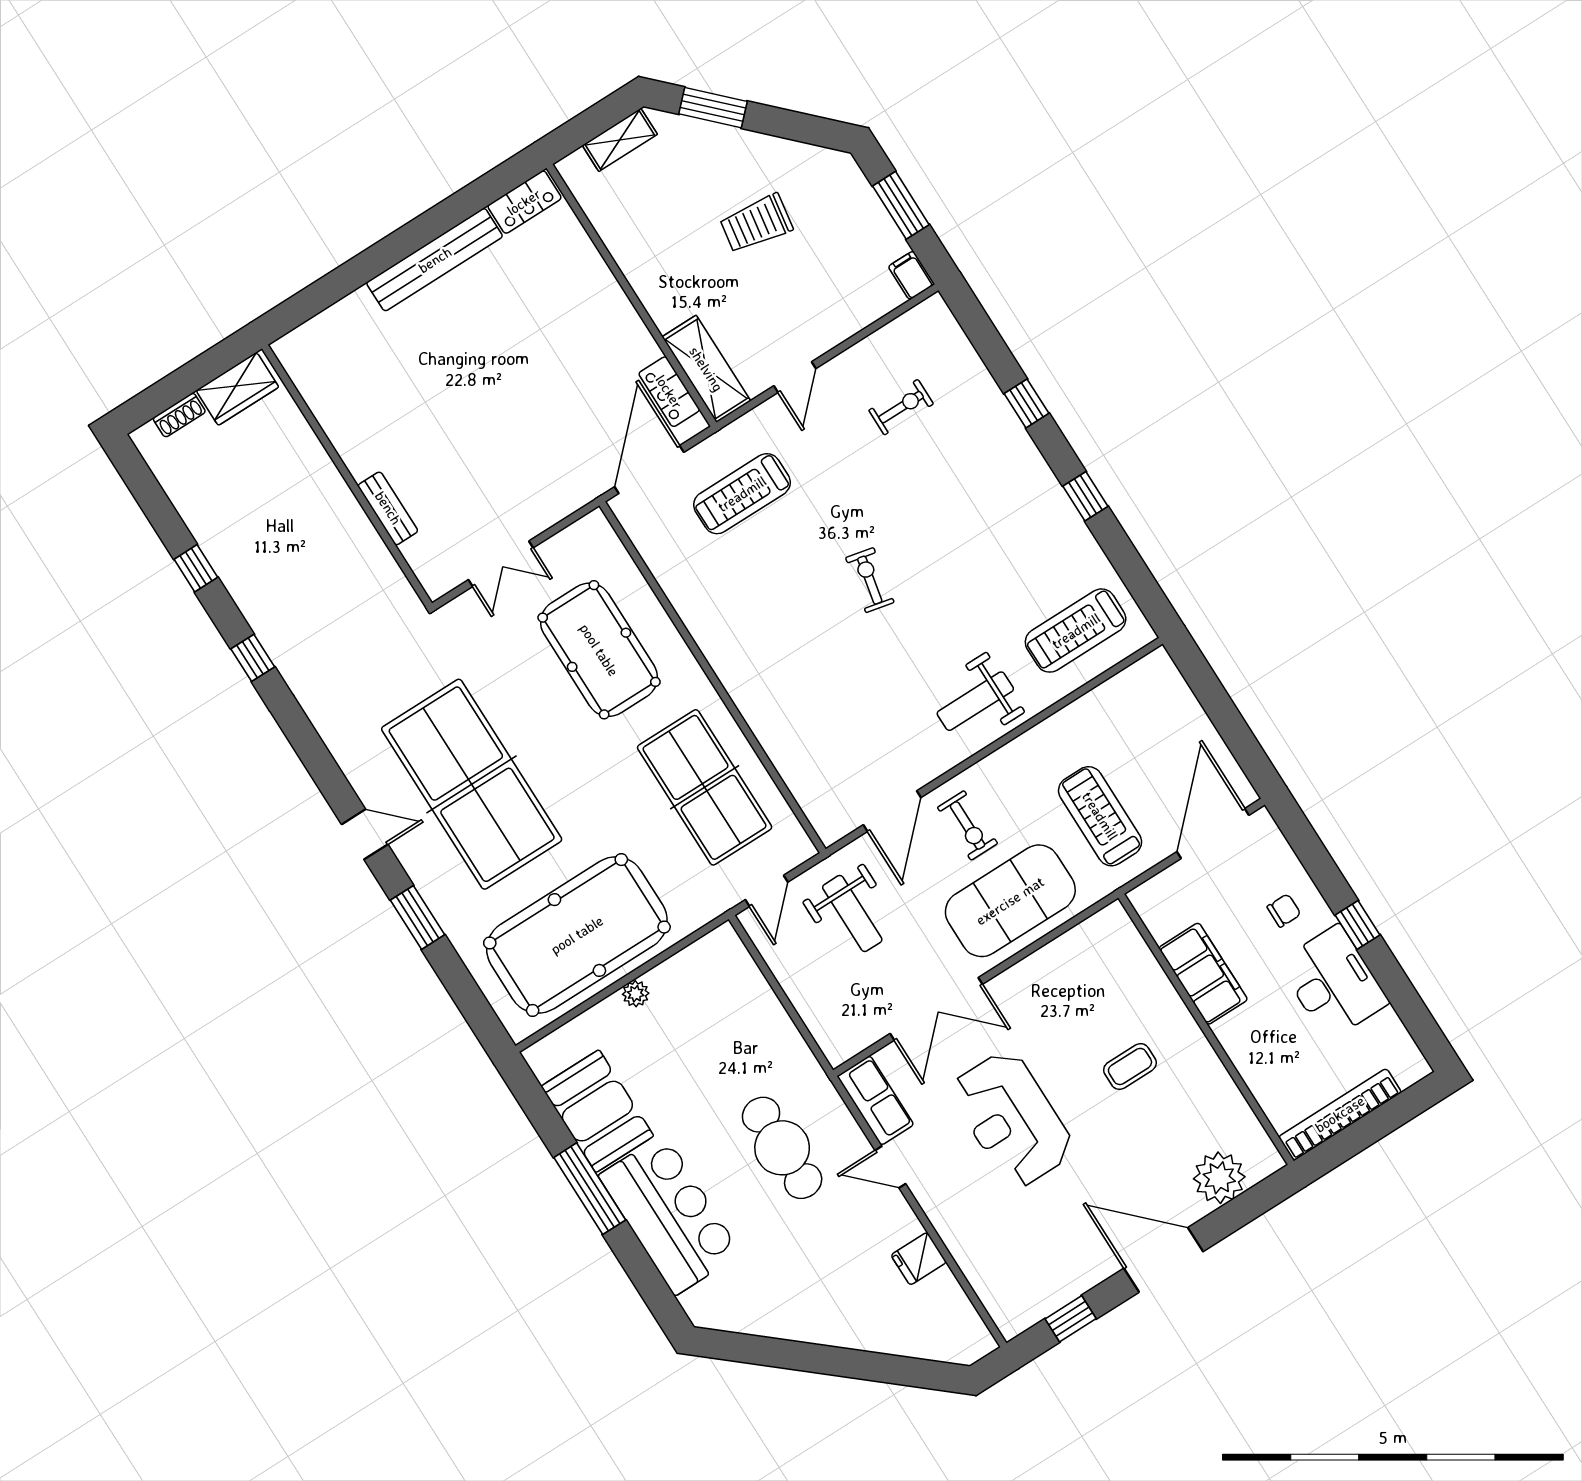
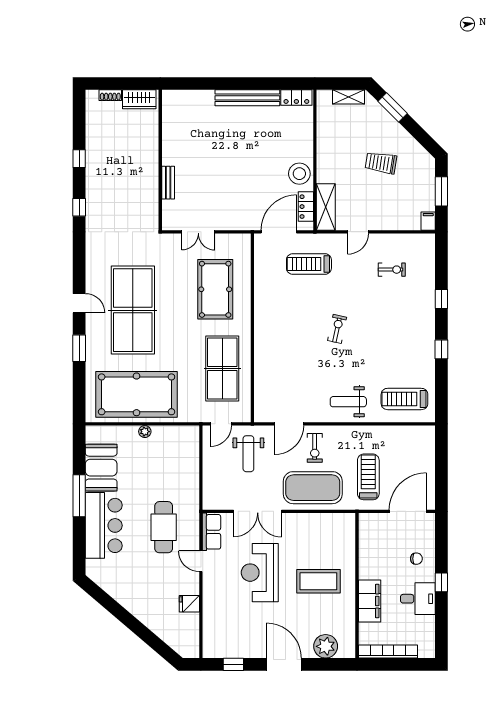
stool: (619, 338) -> (299, 174), added
filing cabinet: (1203, 974) -> (370, 601), moved
desk: (1333, 983) -> (418, 599), width x0.73
coffee table: (1130, 1066) -> (318, 581), width x1.86, depth x1.72

